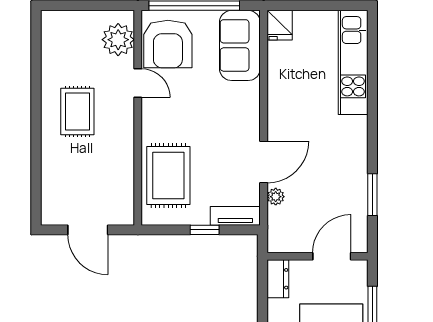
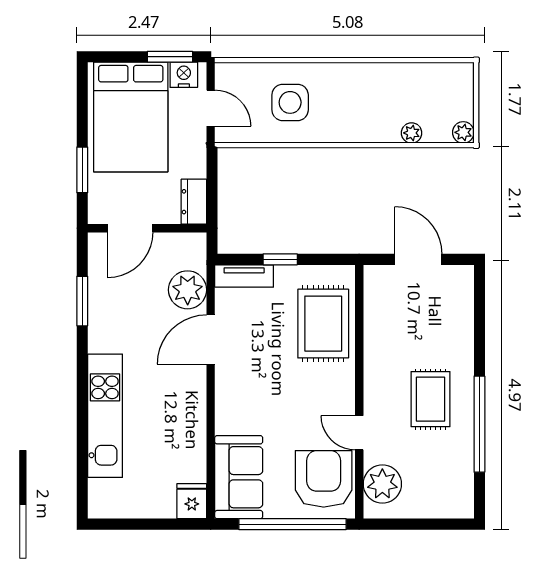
kitchen unit: (353, 62) -> (105, 416), moved
window: (36, 90) -> (479, 424), added
plant: (276, 197) -> (188, 290), width x1.88, depth x1.88

